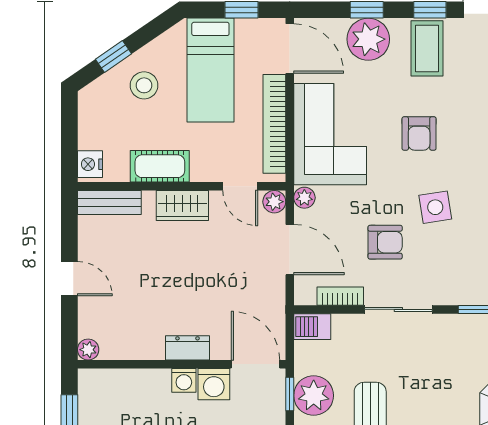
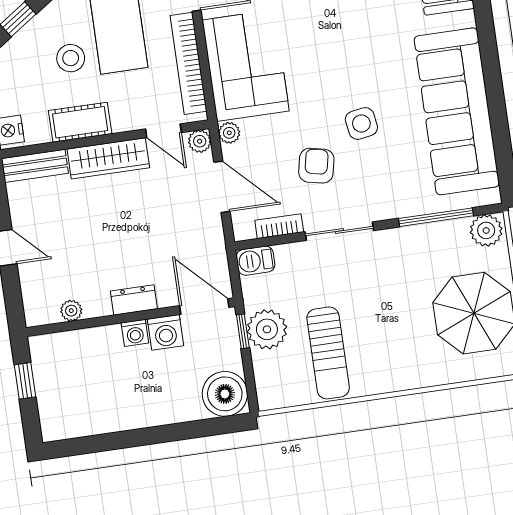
stool: (144, 85) -> (71, 58), moved
armchair: (419, 133) -> (335, 52), removed
wardrobe: (182, 206) -> (108, 158), width x1.50
armchair: (385, 242) -> (316, 166), turned -78
plant: (88, 350) -> (71, 311), moved

